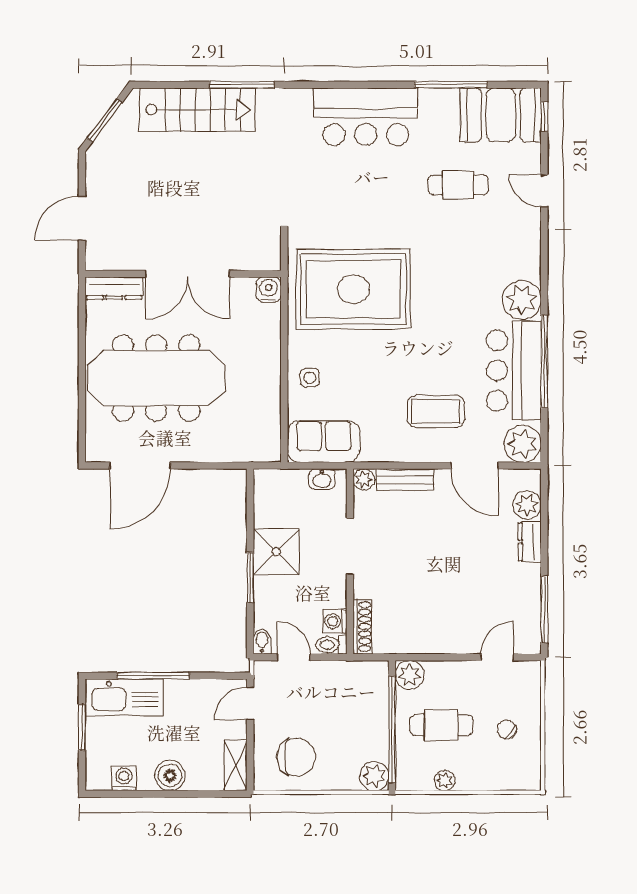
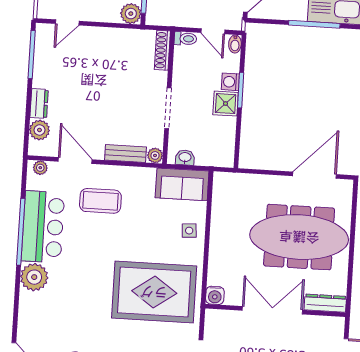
plant: (523, 444) -> (40, 168), width x0.53, depth x0.53
shower: (276, 552) -> (226, 104), width x0.73, depth x0.73
washing machine: (335, 621) -> (230, 82), moved, turned 180

